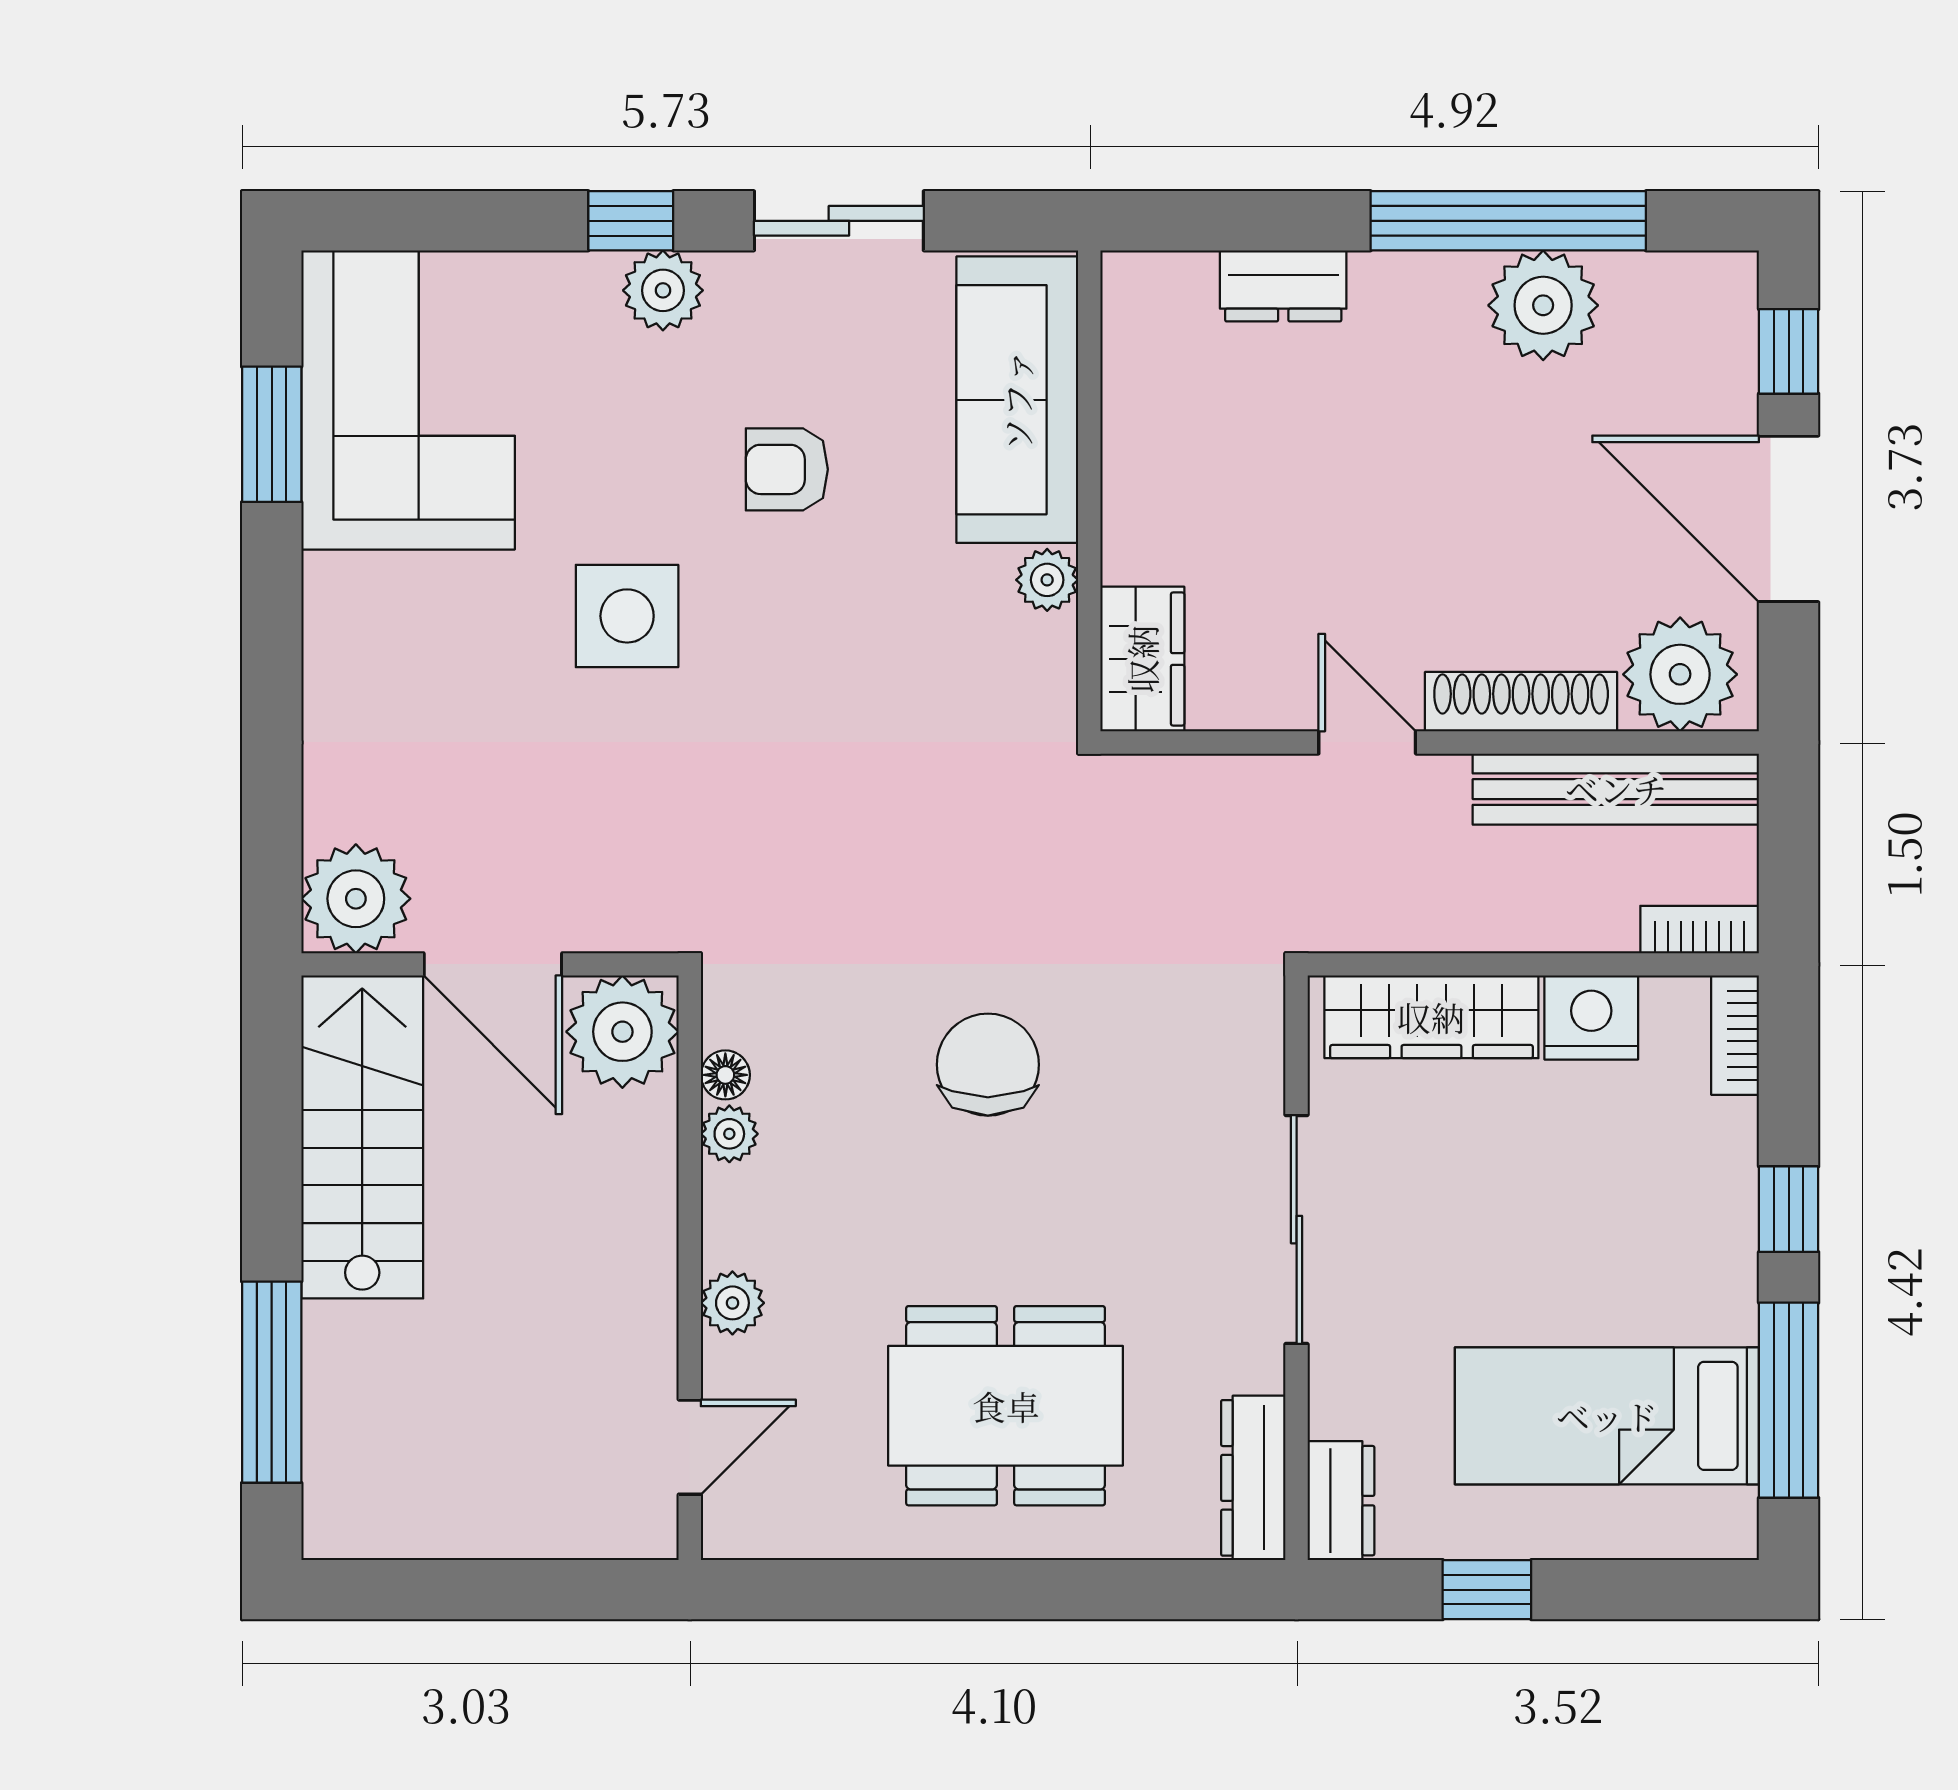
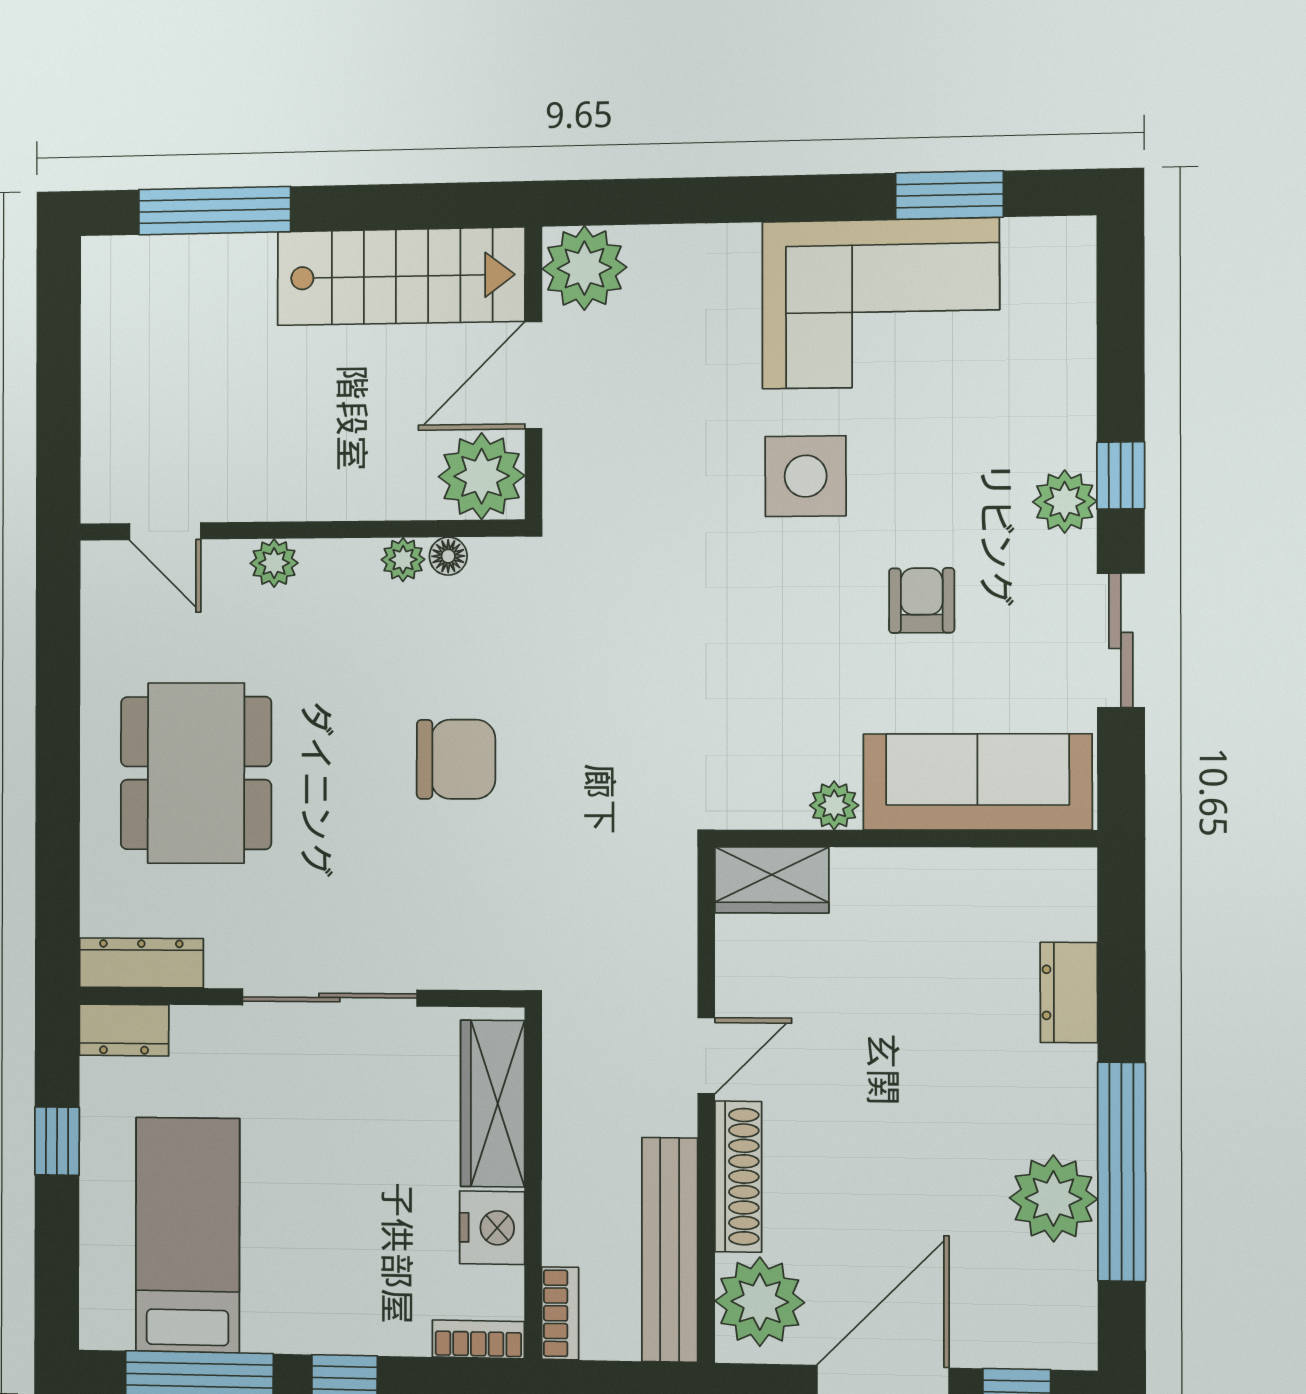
corner sofa: (408, 400) -> (880, 303), moved

